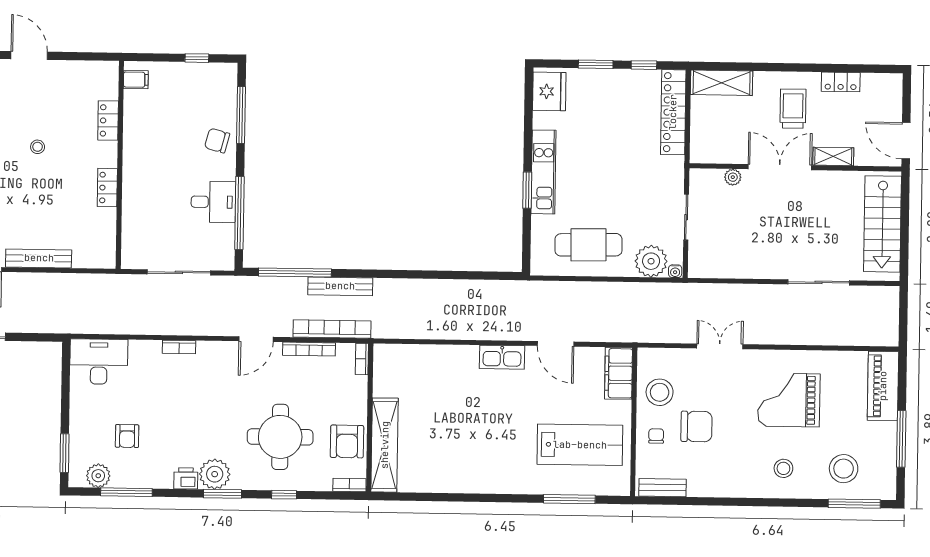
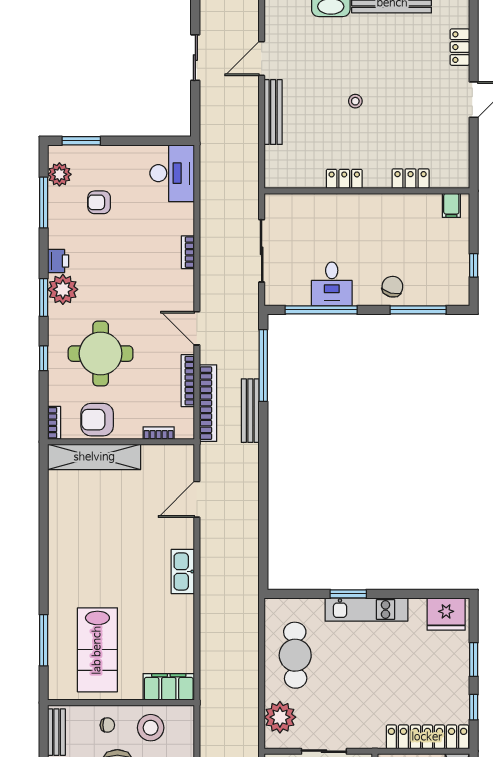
stool: (38, 147) -> (355, 101), moved
water cooler: (675, 271) -> (270, 741), removed
door: (556, 344) -> (197, 499), moved
bookcase: (362, 359) -> (159, 433), moved

